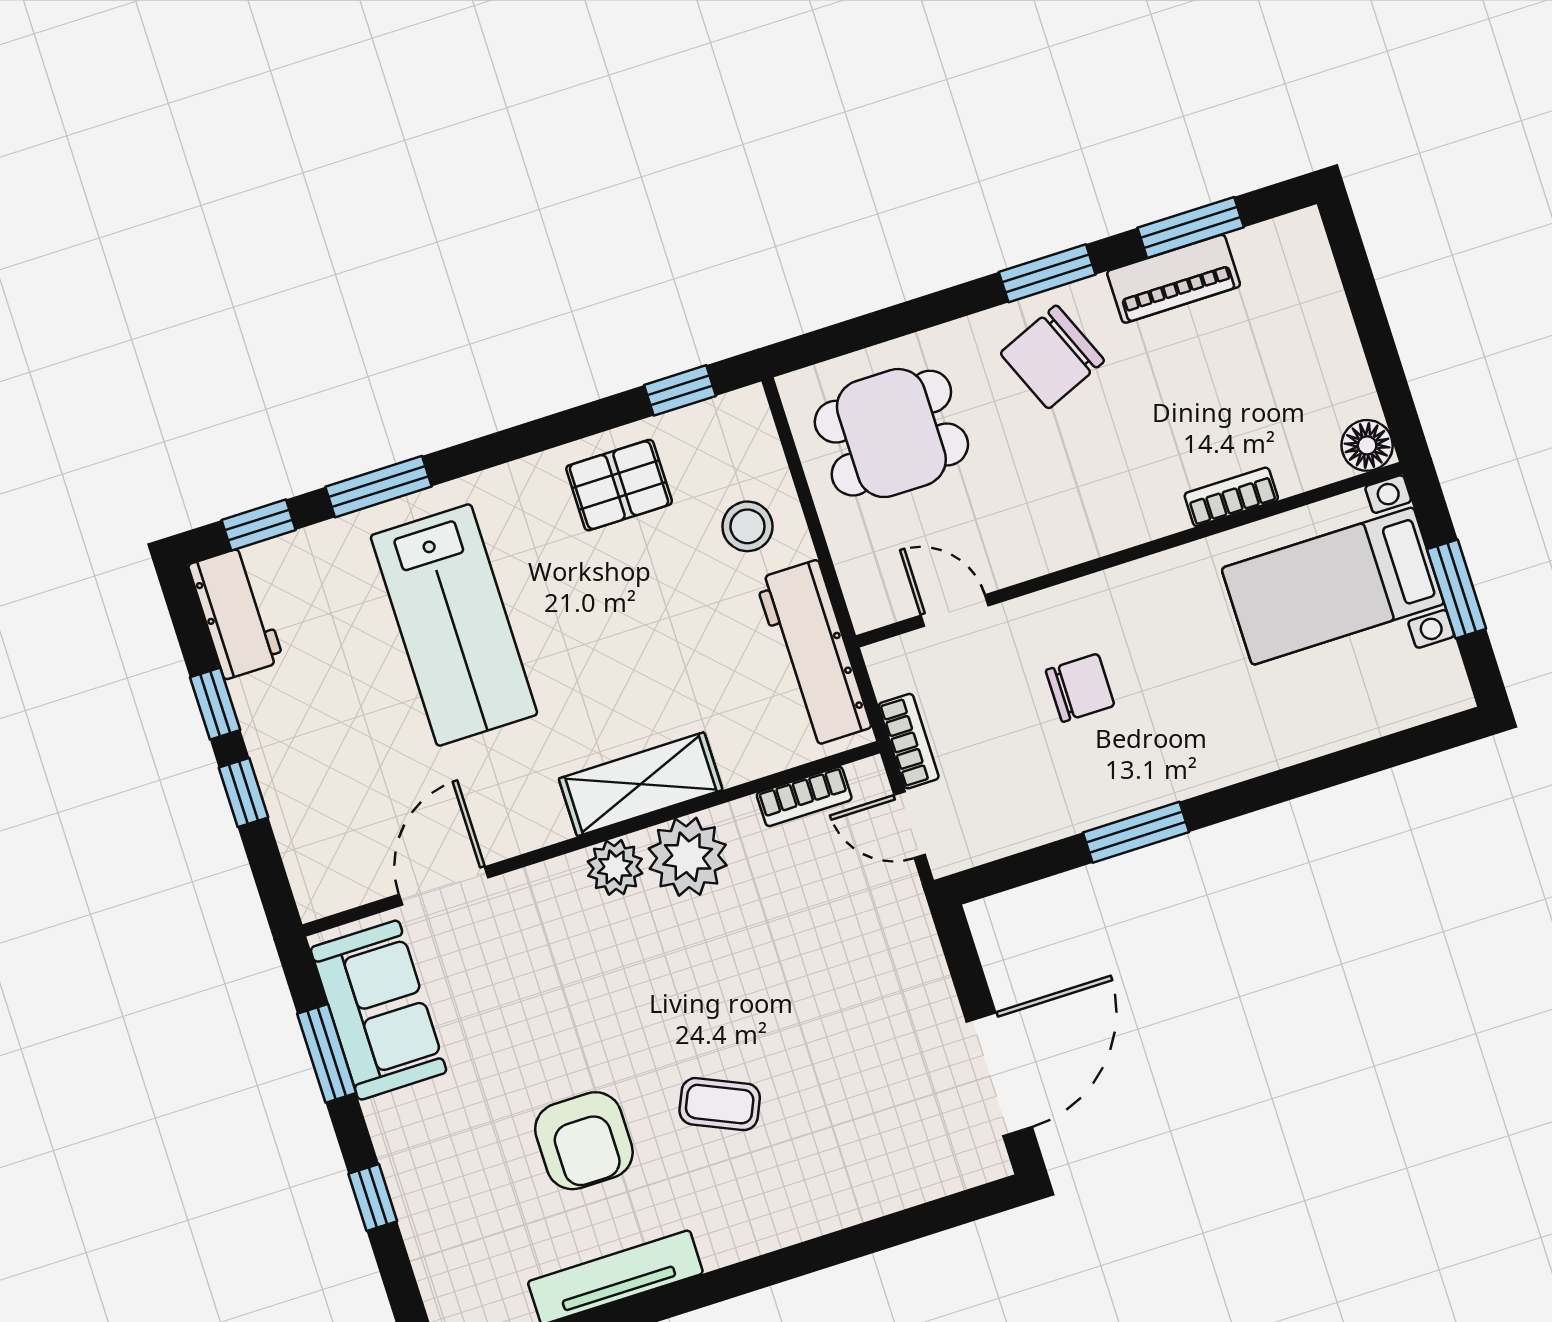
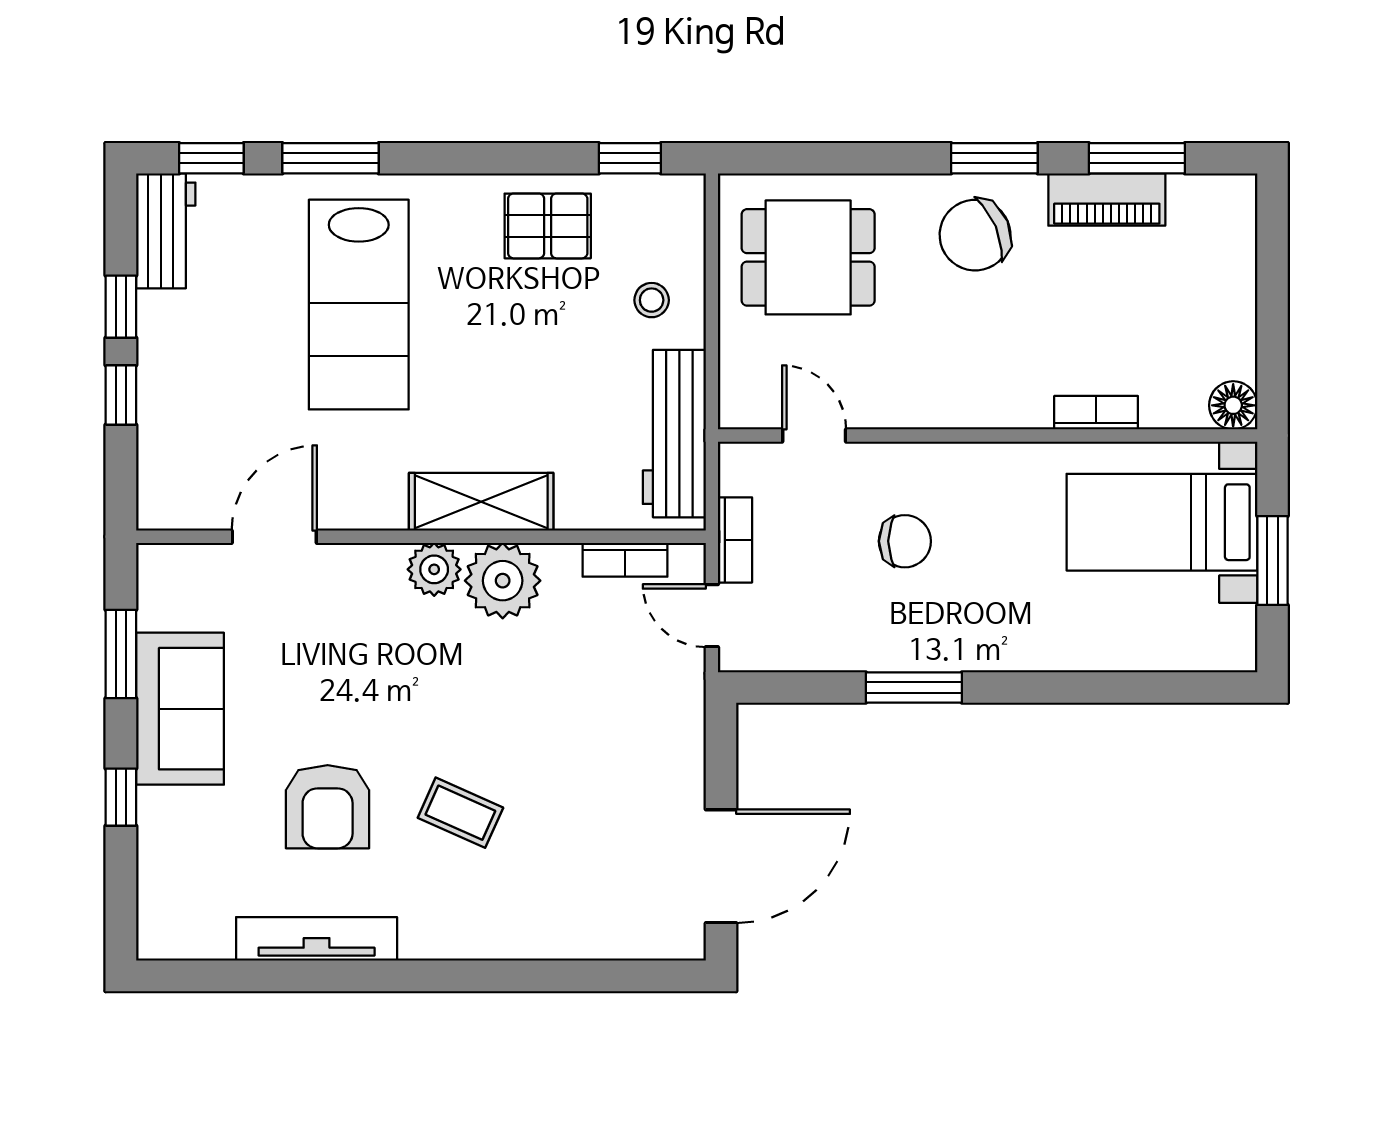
stool: (747, 526) -> (652, 300), width x0.73, depth x0.73
sofa: (379, 1010) -> (180, 709), moved

